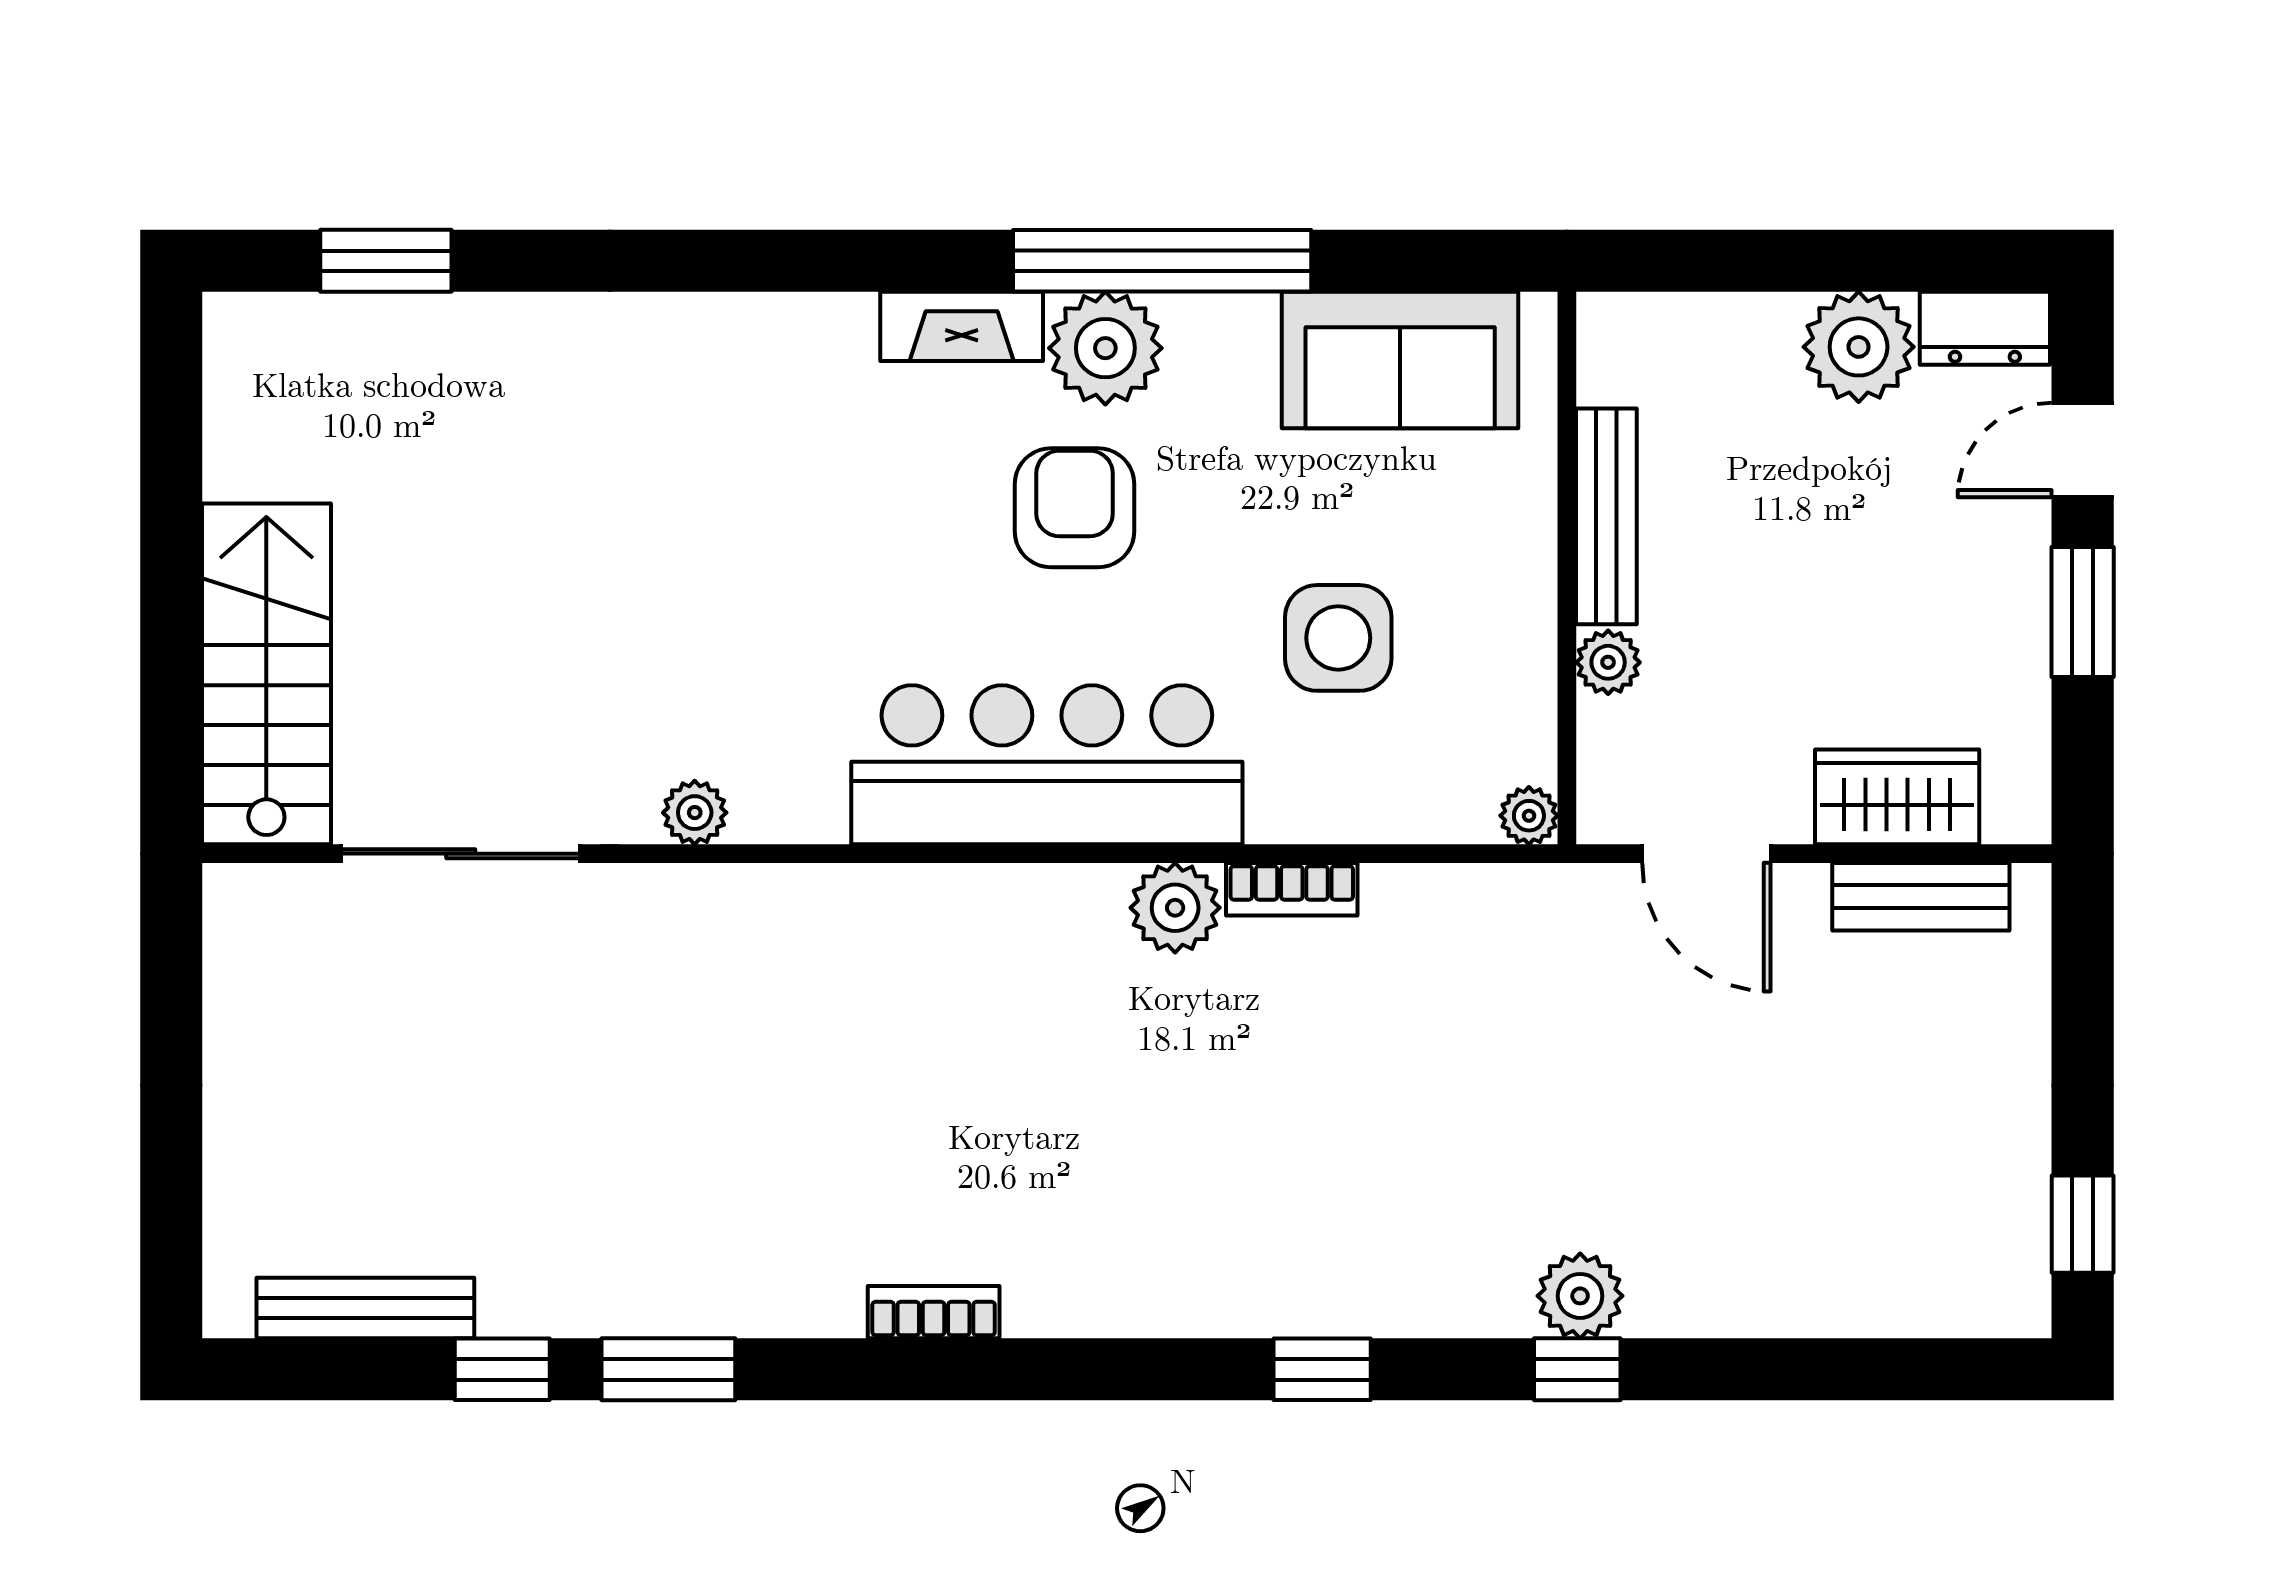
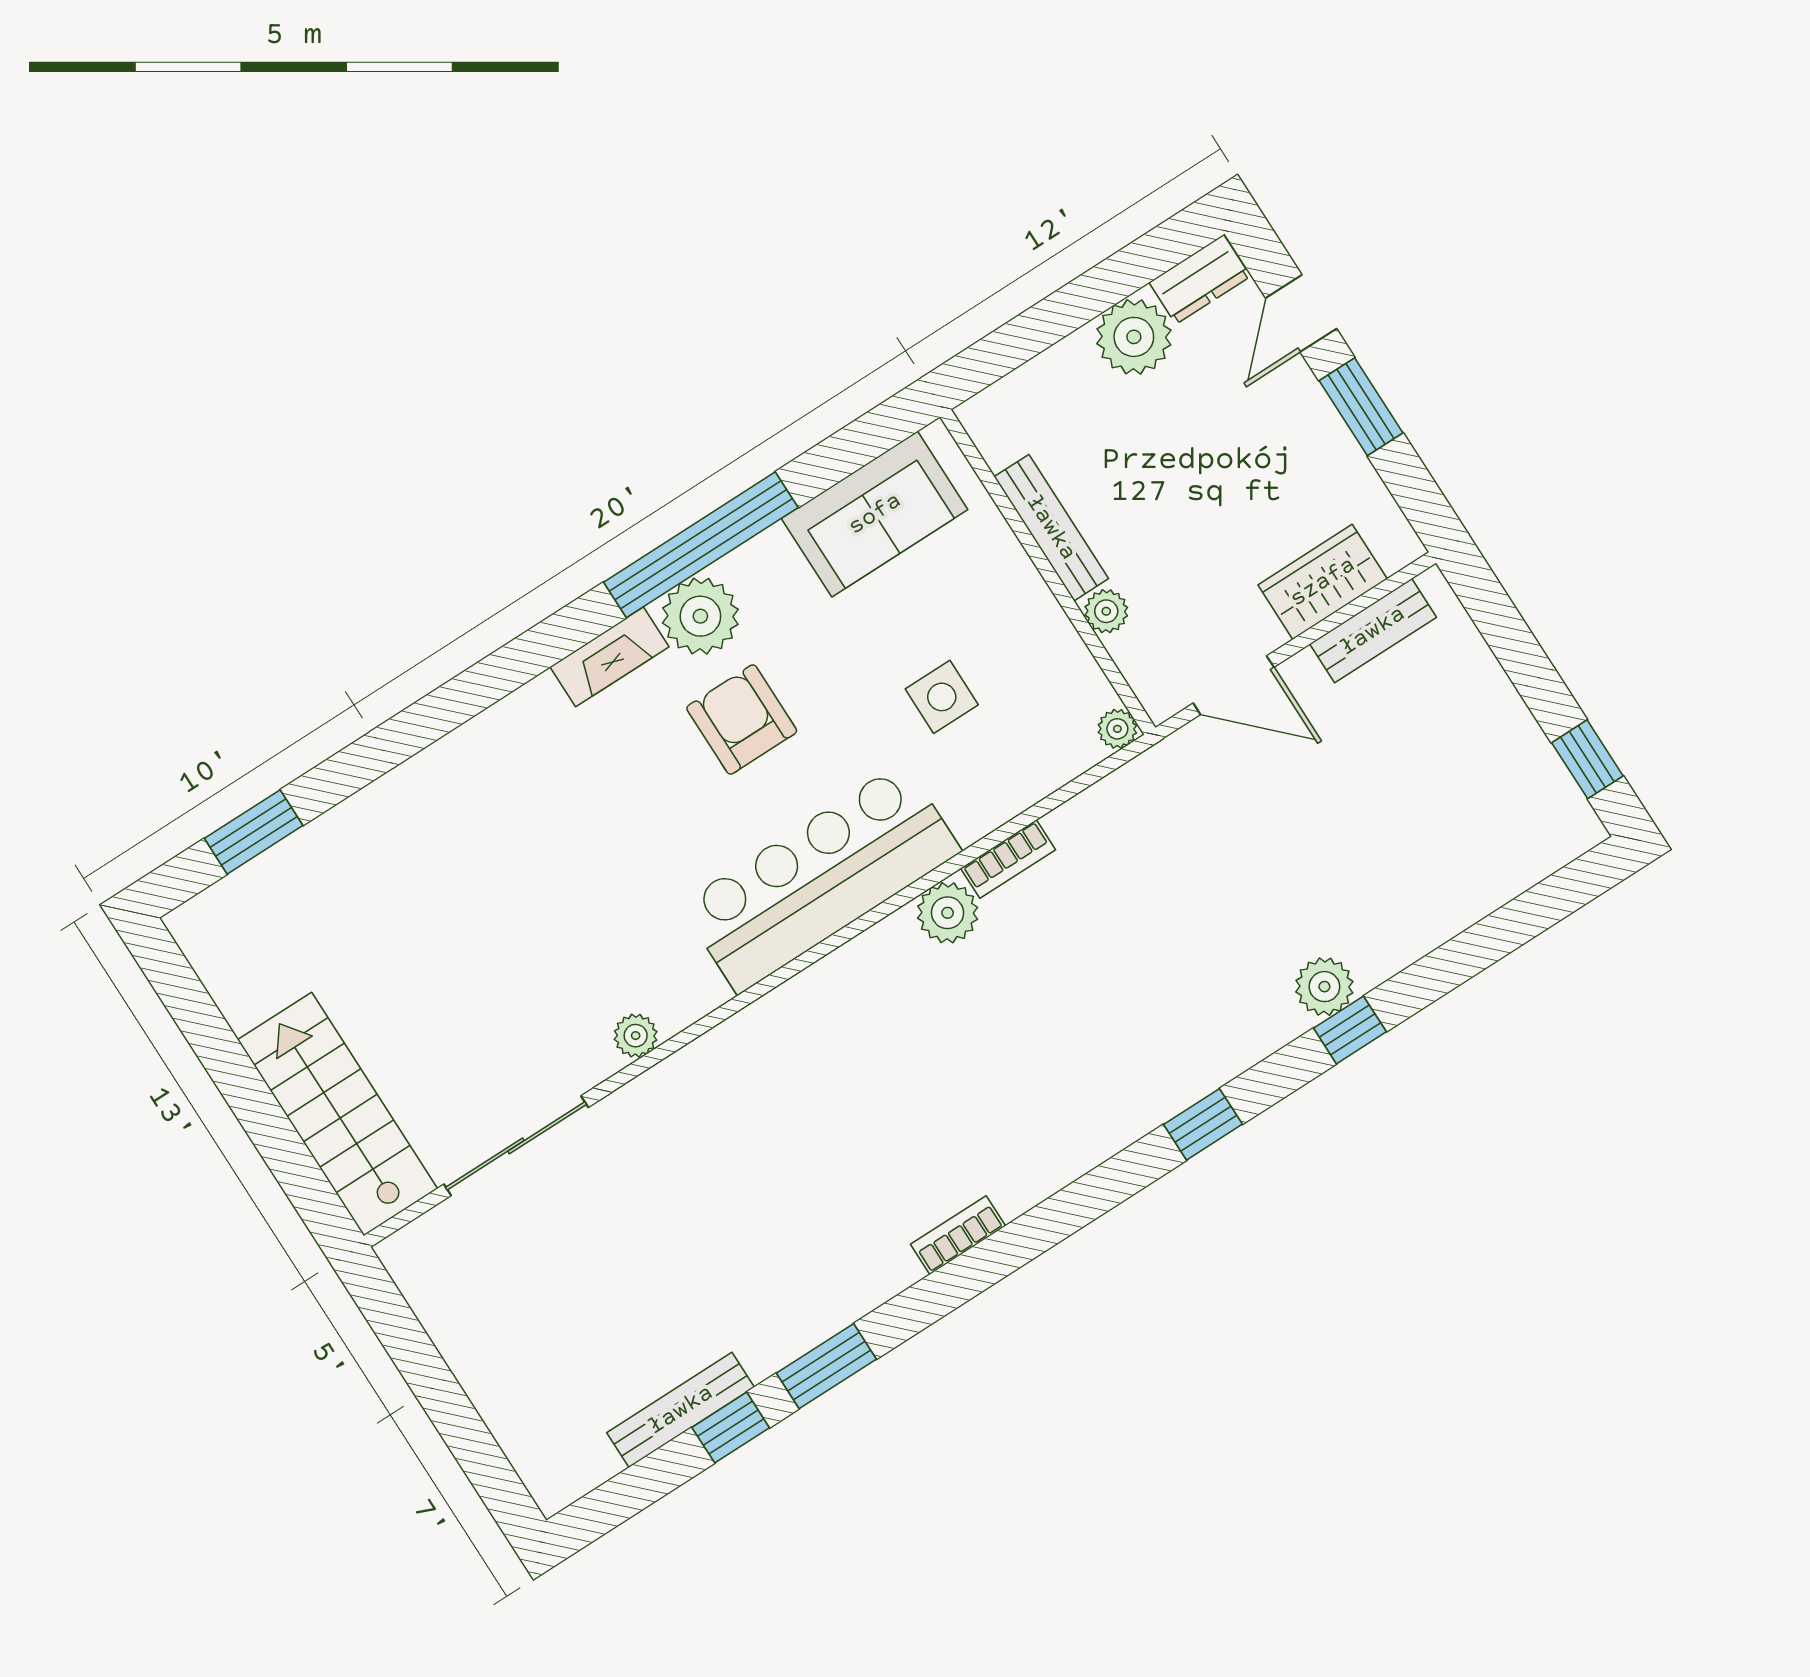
side table: (1338, 638) -> (942, 697), width x0.73, depth x0.73
bench: (365, 1308) -> (681, 1410), moved

